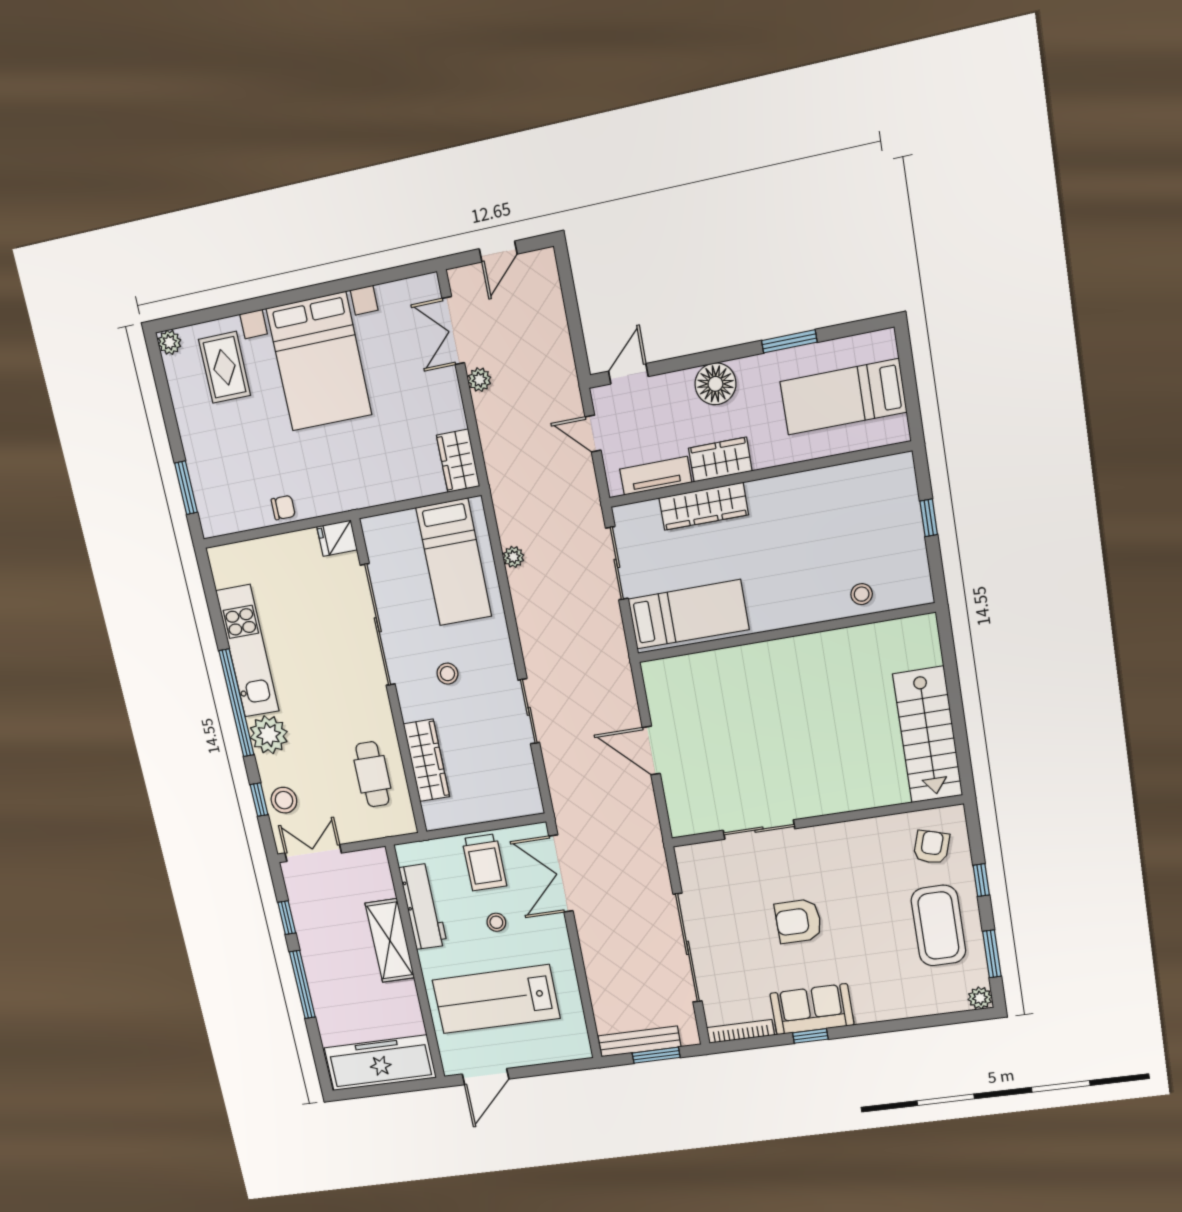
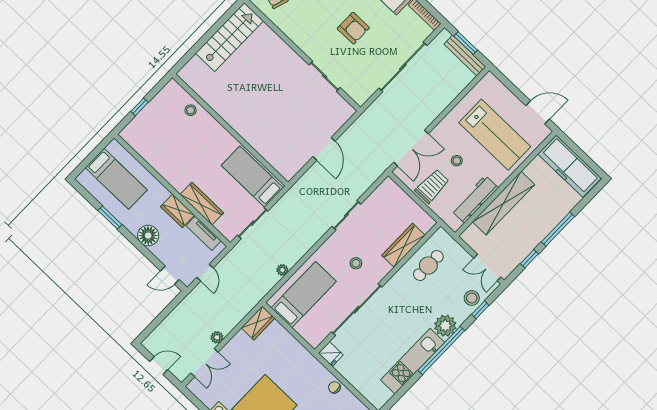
shelving: (390, 940) -> (504, 203), width x1.47

